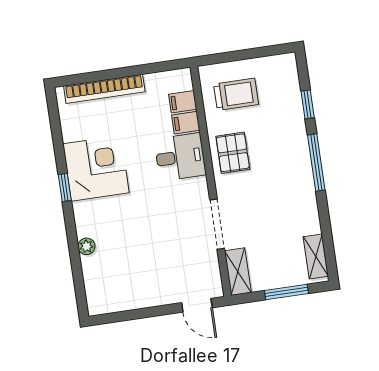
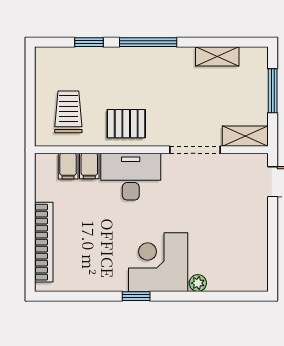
desk: (180, 157) -> (131, 177), width x1.37
corner desk: (96, 168) -> (158, 262), moved
shelving: (316, 256) -> (217, 56), moved

